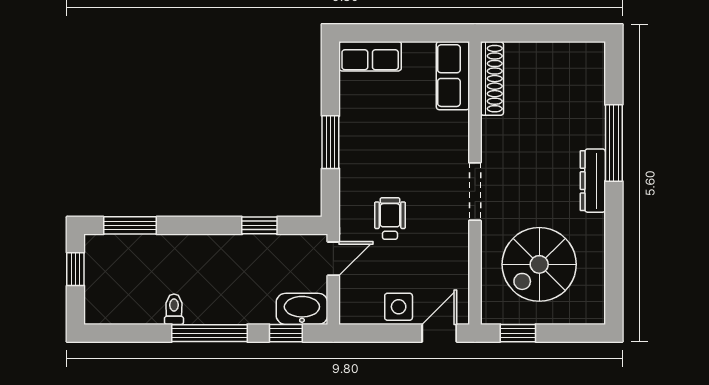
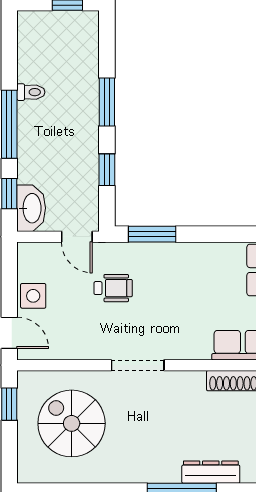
window: (330, 142) -> (152, 234), moved
dresser: (593, 181) -> (211, 472), moved
window: (130, 225) -> (107, 102), moved

